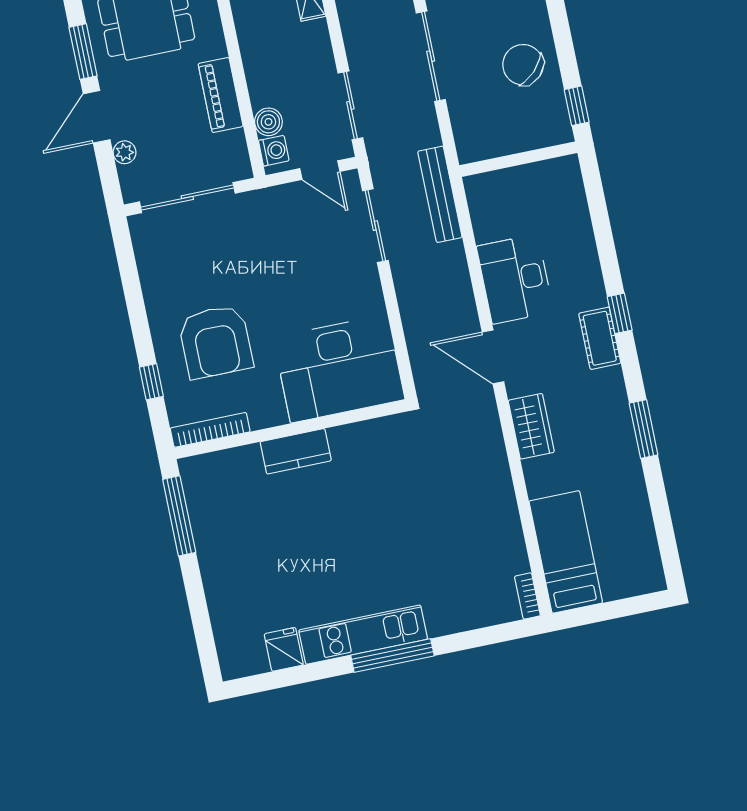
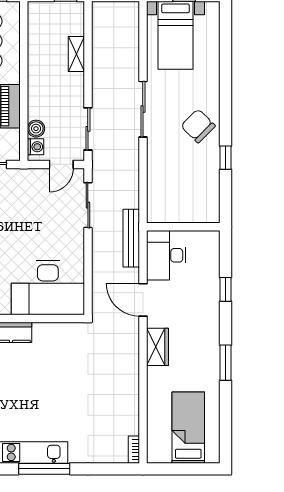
wall: (518, 159) -> (183, 227), moved
door: (320, 170) -> (61, 164), hinge flipped
bench: (440, 194) -> (131, 238), moved
cot: (600, 338) -> (210, 302), removed
bed: (566, 552) -> (188, 428), moved

